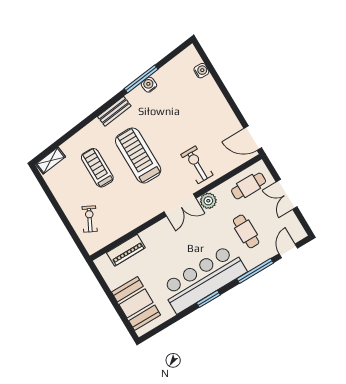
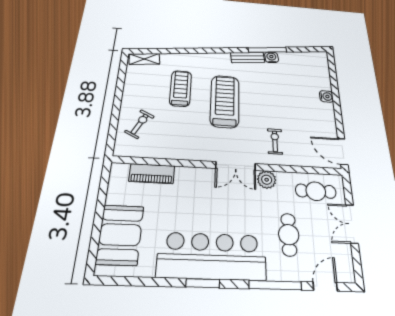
water cooler: (201, 71) -> (326, 96), moved
bench: (114, 111) -> (248, 58), moved
exercise bike: (197, 165) -> (275, 141), width x0.73, depth x0.72

